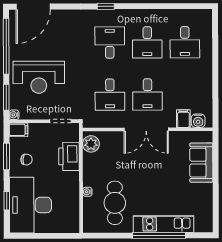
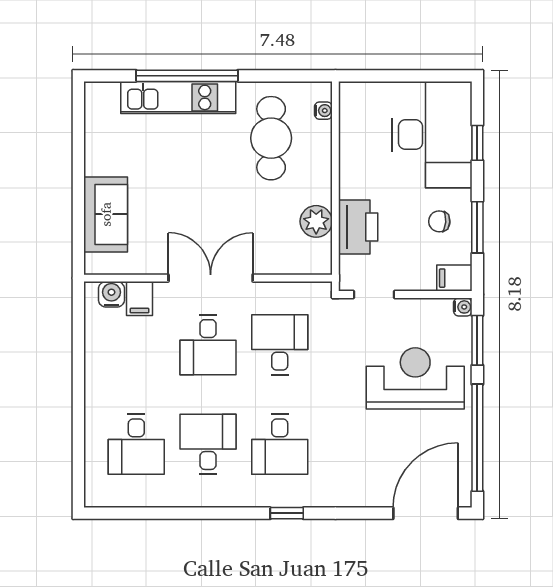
desk: (185, 42) -> (136, 444), turned 180
desk: (147, 94) -> (208, 345), turned 180
plant: (91, 144) -> (316, 221), moved
water cooler: (87, 192) -> (323, 111), moved

